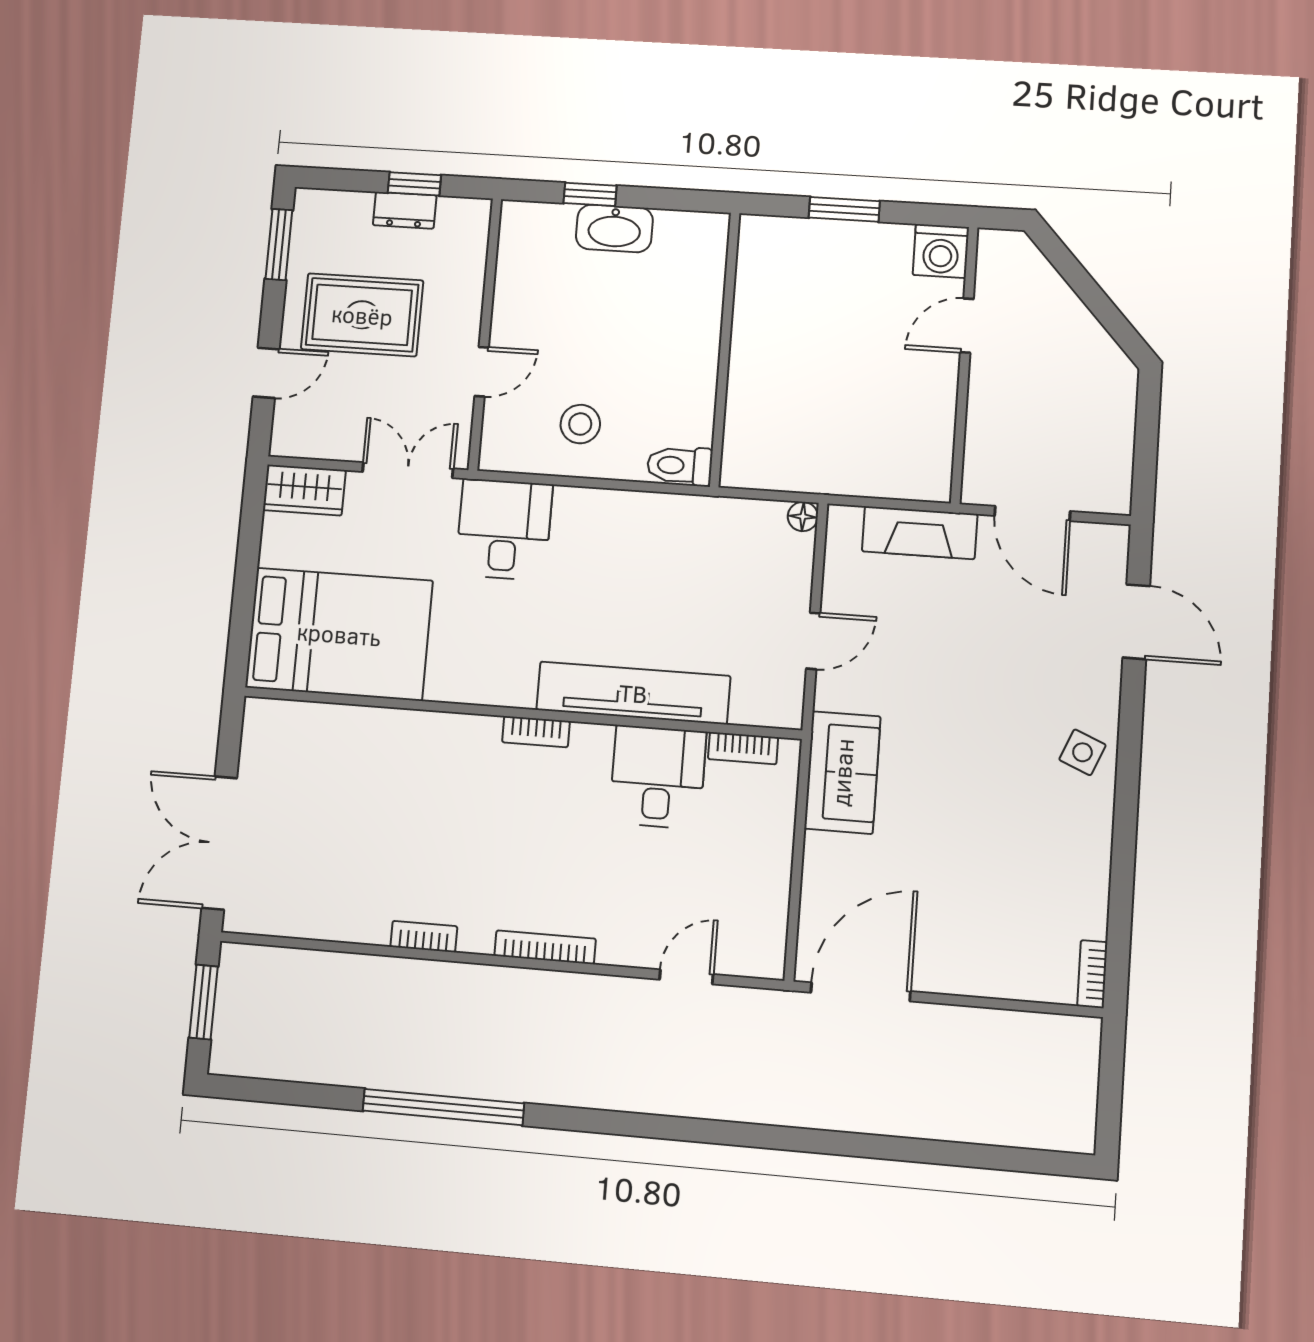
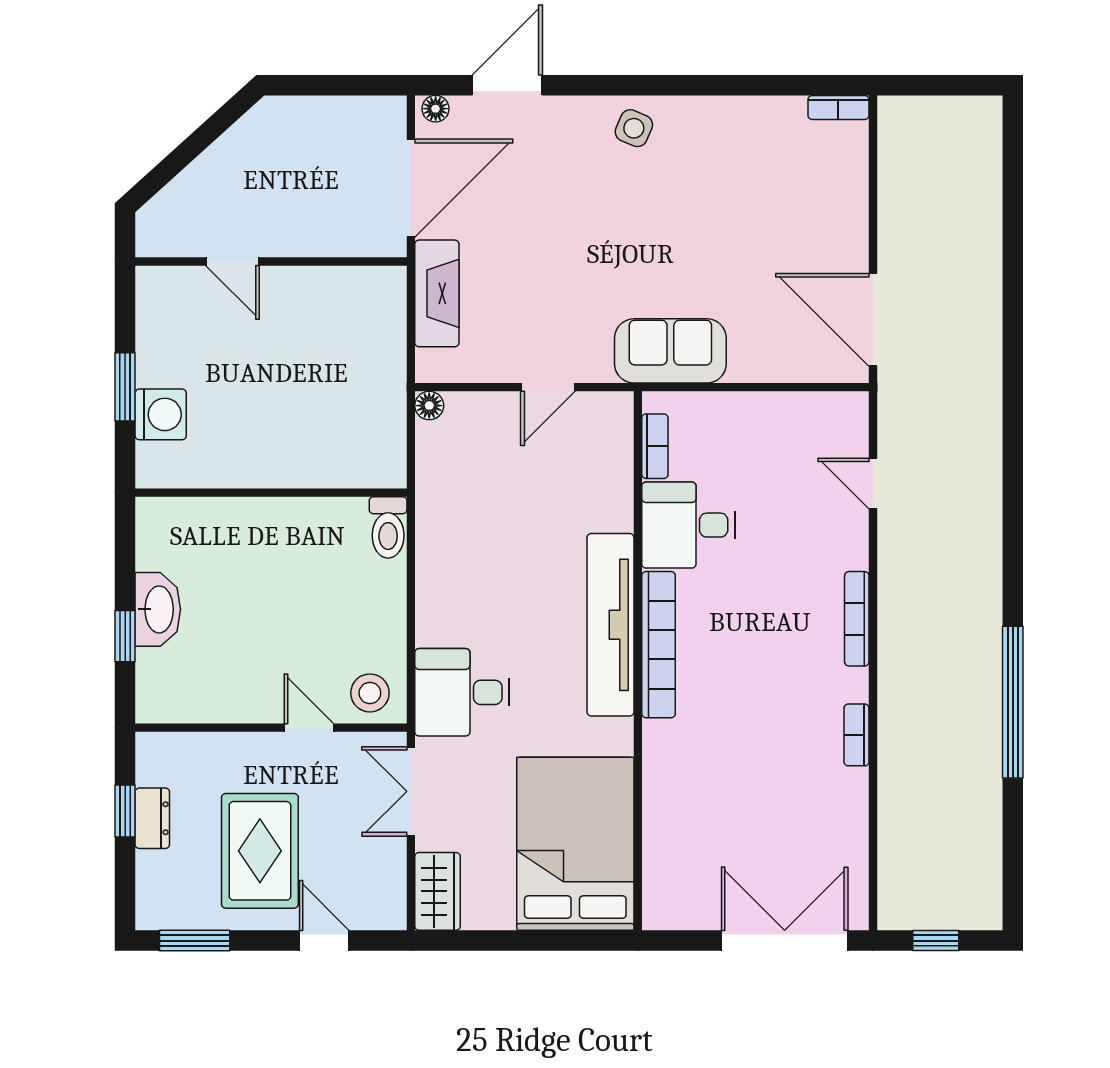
washing machine: (941, 251) -> (161, 414), moved
stool: (580, 424) -> (370, 693), moved
door: (1032, 513) -> (411, 188), width x1.36
floor lamp: (1115, 545) -> (436, 109), added
door: (813, 641) -> (548, 387), swing flipped
tv unit: (633, 693) -> (610, 625), moved
bookcase: (536, 732) -> (659, 645), width x2.31, depth x1.31
double door: (219, 843) -> (785, 941), swing flipped
window: (203, 1002) -> (936, 941), width x0.67

